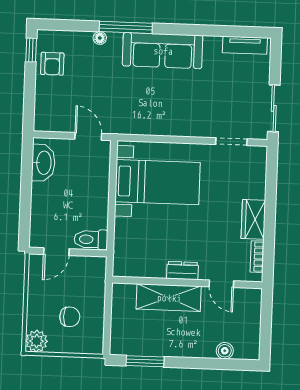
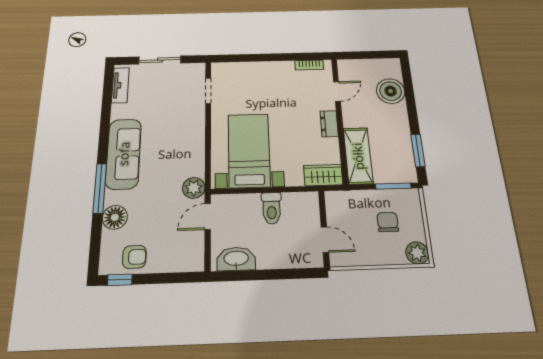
floor lamp: (100, 38) -> (115, 217), width x1.89, depth x1.89
sliding door: (274, 108) -> (160, 60), moved
plant: (119, 123) -> (194, 188), added
wardrobe: (253, 219) -> (323, 175), moved, turned 180
toilet: (91, 239) -> (272, 208), moved
shelving: (169, 298) -> (358, 156), moved
window: (107, 329) -> (393, 186), added
boiler: (225, 351) -> (391, 91), width x1.86, depth x1.86

